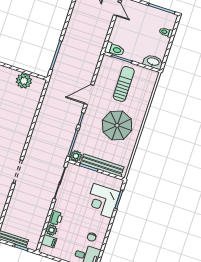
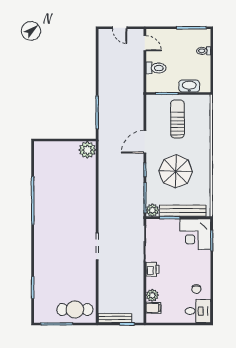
toilet: (115, 49) -> (156, 68), moved
washbasin: (153, 62) -> (189, 86), moved
plant: (24, 81) -> (87, 150), moved
parasol: (117, 125) -> (176, 171), moved
corner desk: (103, 201) -> (195, 234), moved
printer: (56, 218) -> (152, 269), moved

